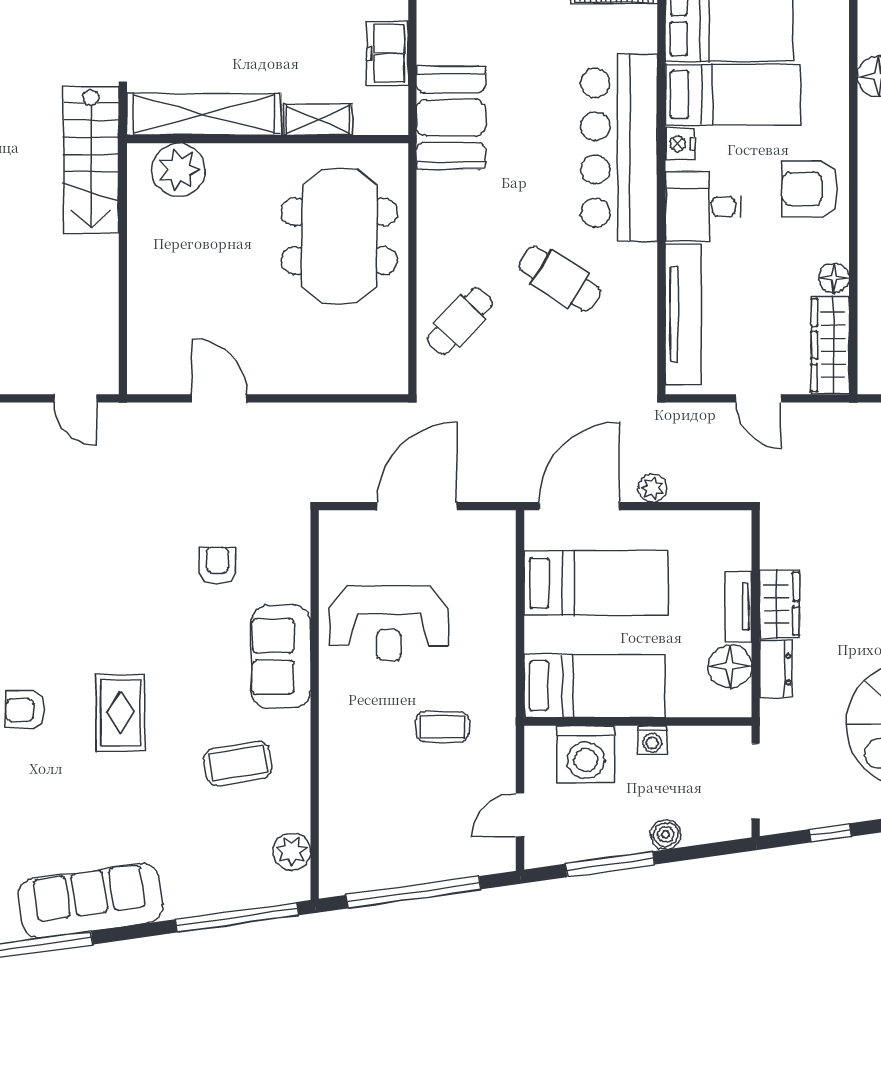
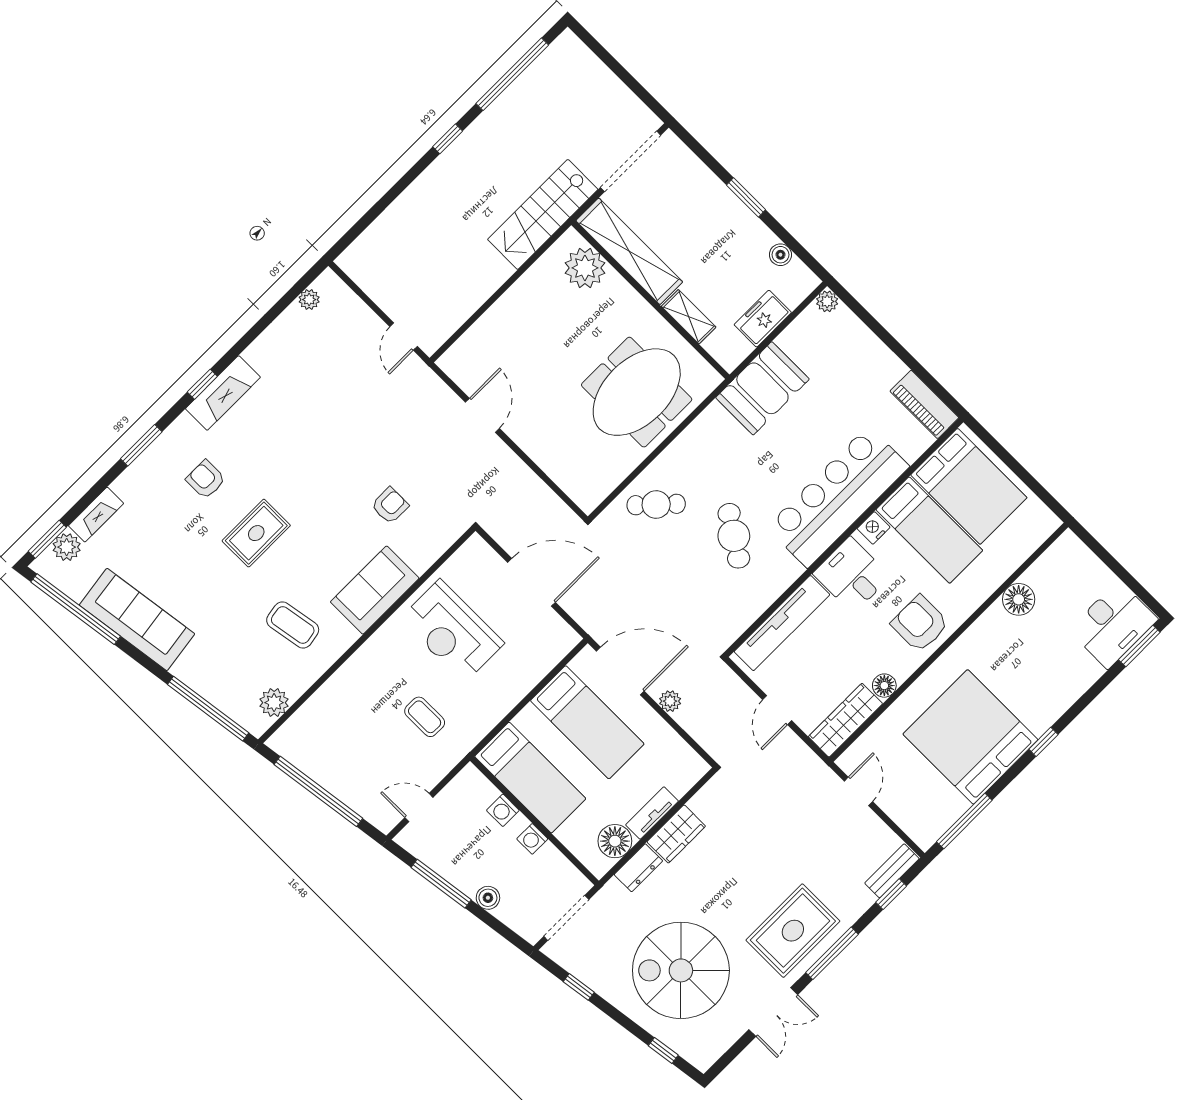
washing machine: (586, 754) -> (503, 810), width x0.53, depth x0.53

